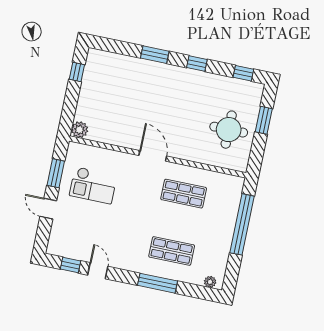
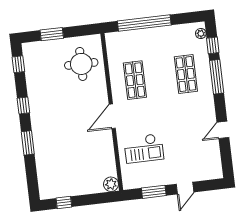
round table: (229, 130) -> (81, 64), moved
checkout: (93, 185) -> (144, 148), moved, turned 90
window: (70, 265) -> (213, 45), moved

